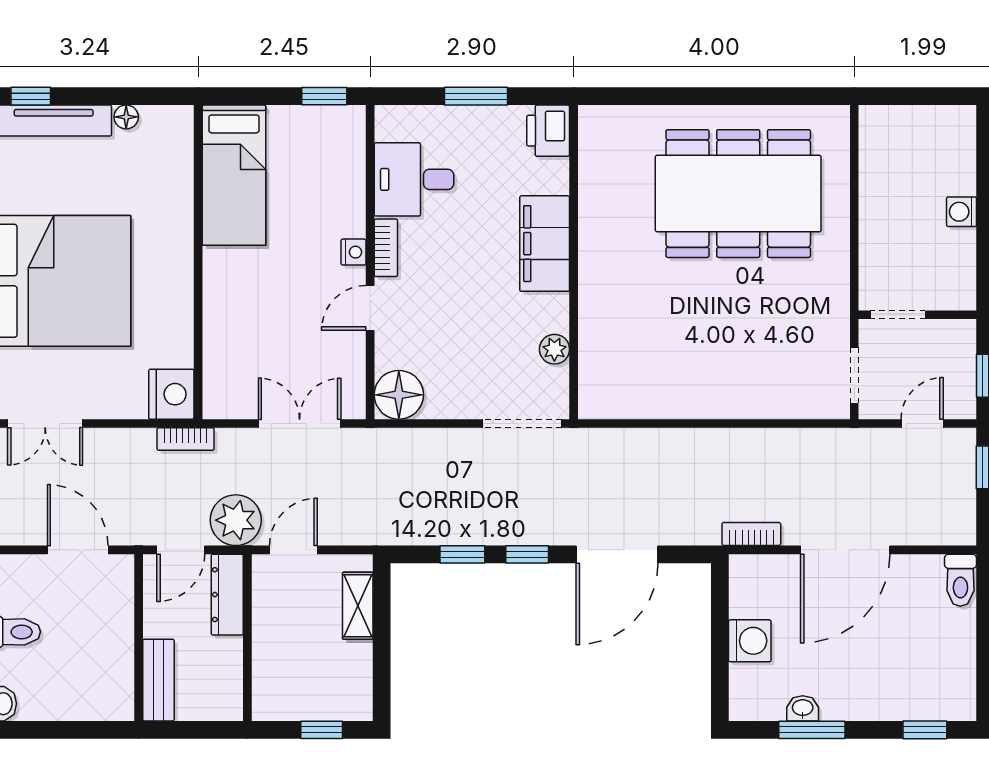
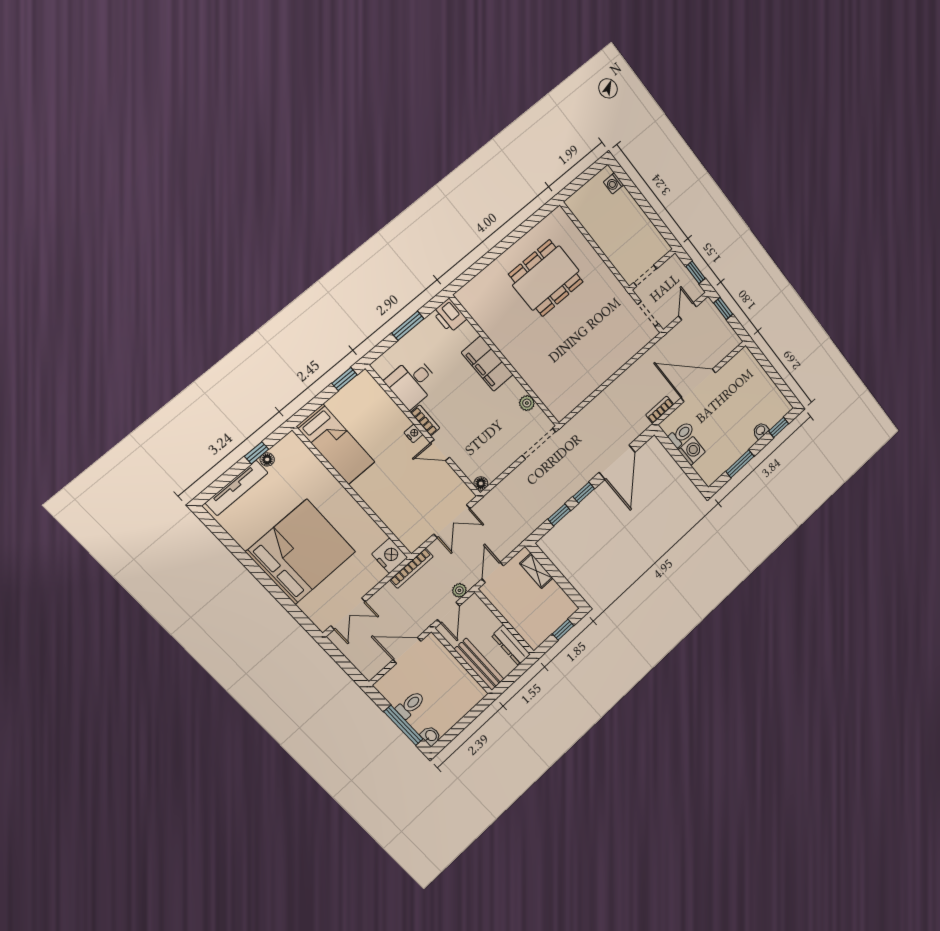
window: (31, 96) -> (257, 453), moved
dining table: (738, 194) -> (546, 278), width x0.73, depth x0.80
washing machine: (961, 212) -> (613, 183), moved
door: (370, 308) -> (440, 450), hinge flipped
floor lamp: (399, 395) -> (481, 483), width x0.53, depth x0.53
double door: (300, 424) -> (452, 521), swing flipped
bookcase: (186, 439) -> (412, 568), width x1.56
plant: (236, 520) -> (459, 590), width x0.53, depth x0.53
door: (845, 550) -> (698, 385), swing flipped
toilet: (960, 580) -> (682, 434), moved, turned -90
dresser: (227, 595) -> (511, 645), moved
bench: (158, 680) -> (479, 664), width x1.36
washbasin: (803, 708) -> (761, 431), moved

